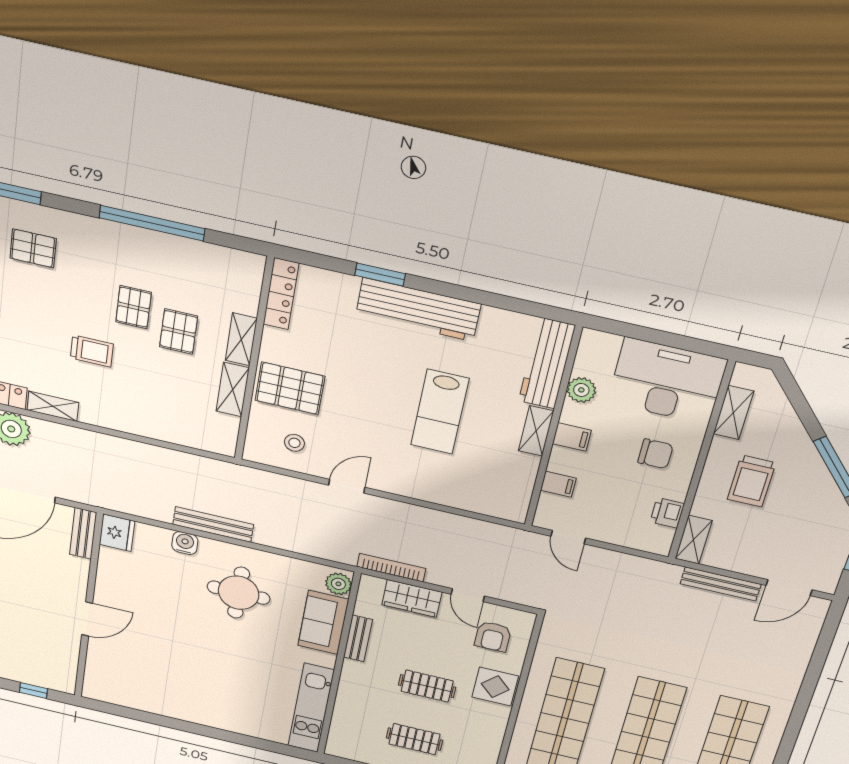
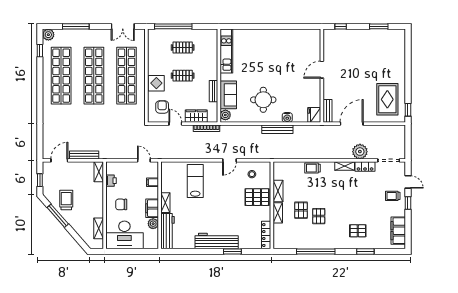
trolley: (92, 351) -> (313, 168), moved
lab bench: (440, 412) -> (195, 181), moved
filing cabinet: (572, 437) -> (152, 208), width x2.00
trolley: (752, 481) -> (66, 200), moved

